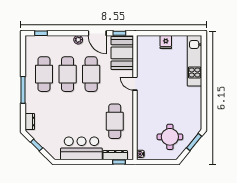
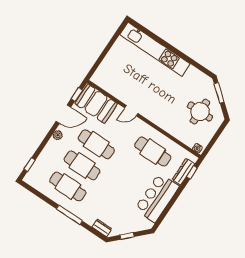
fridge: (166, 42) -> (113, 58), removed
kitchen unit: (195, 61) -> (155, 49), width x1.36

